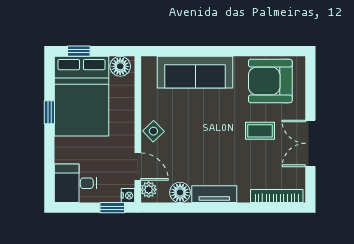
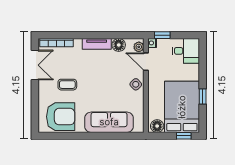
double door: (310, 143) -> (35, 65), moved

